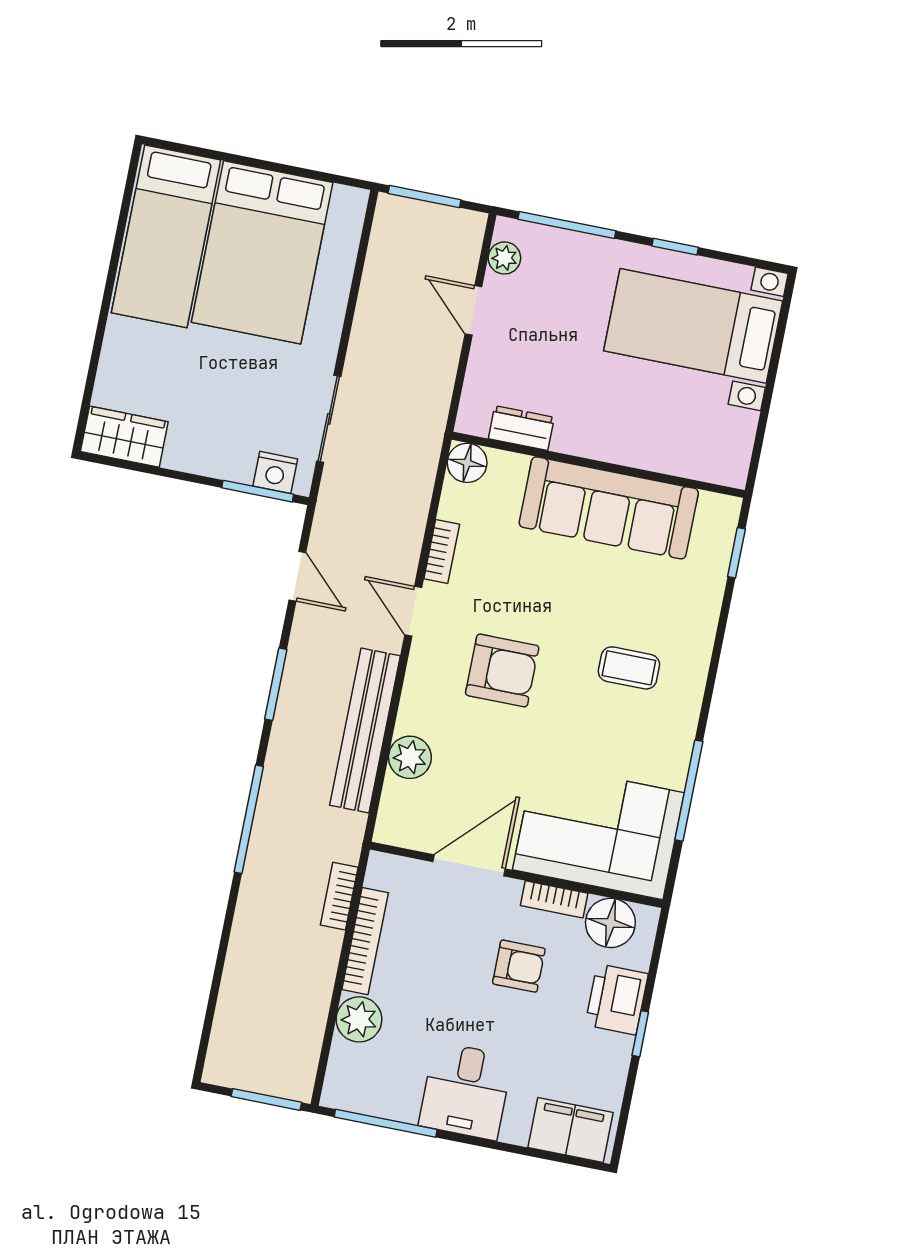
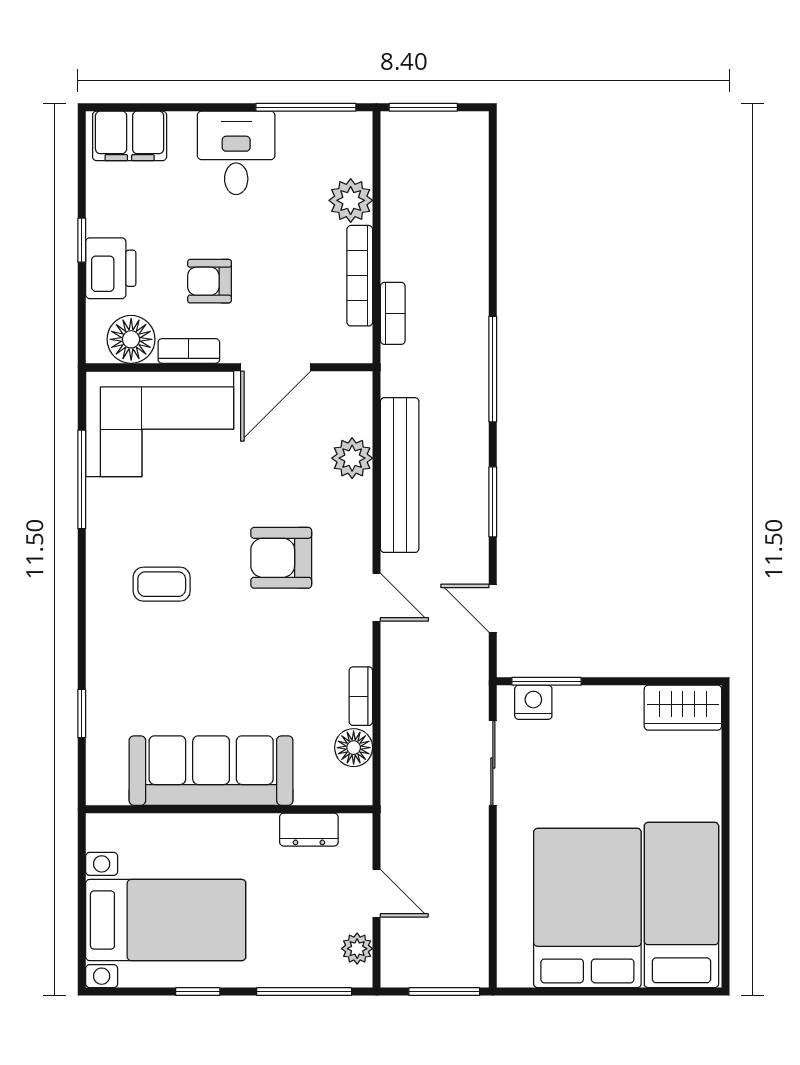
dresser: (521, 428) -> (309, 830), moved
wall: (598, 465) -> (229, 809), moved
sofa: (609, 508) -> (211, 771), moved
bookcase: (442, 552) -> (361, 696), moved

